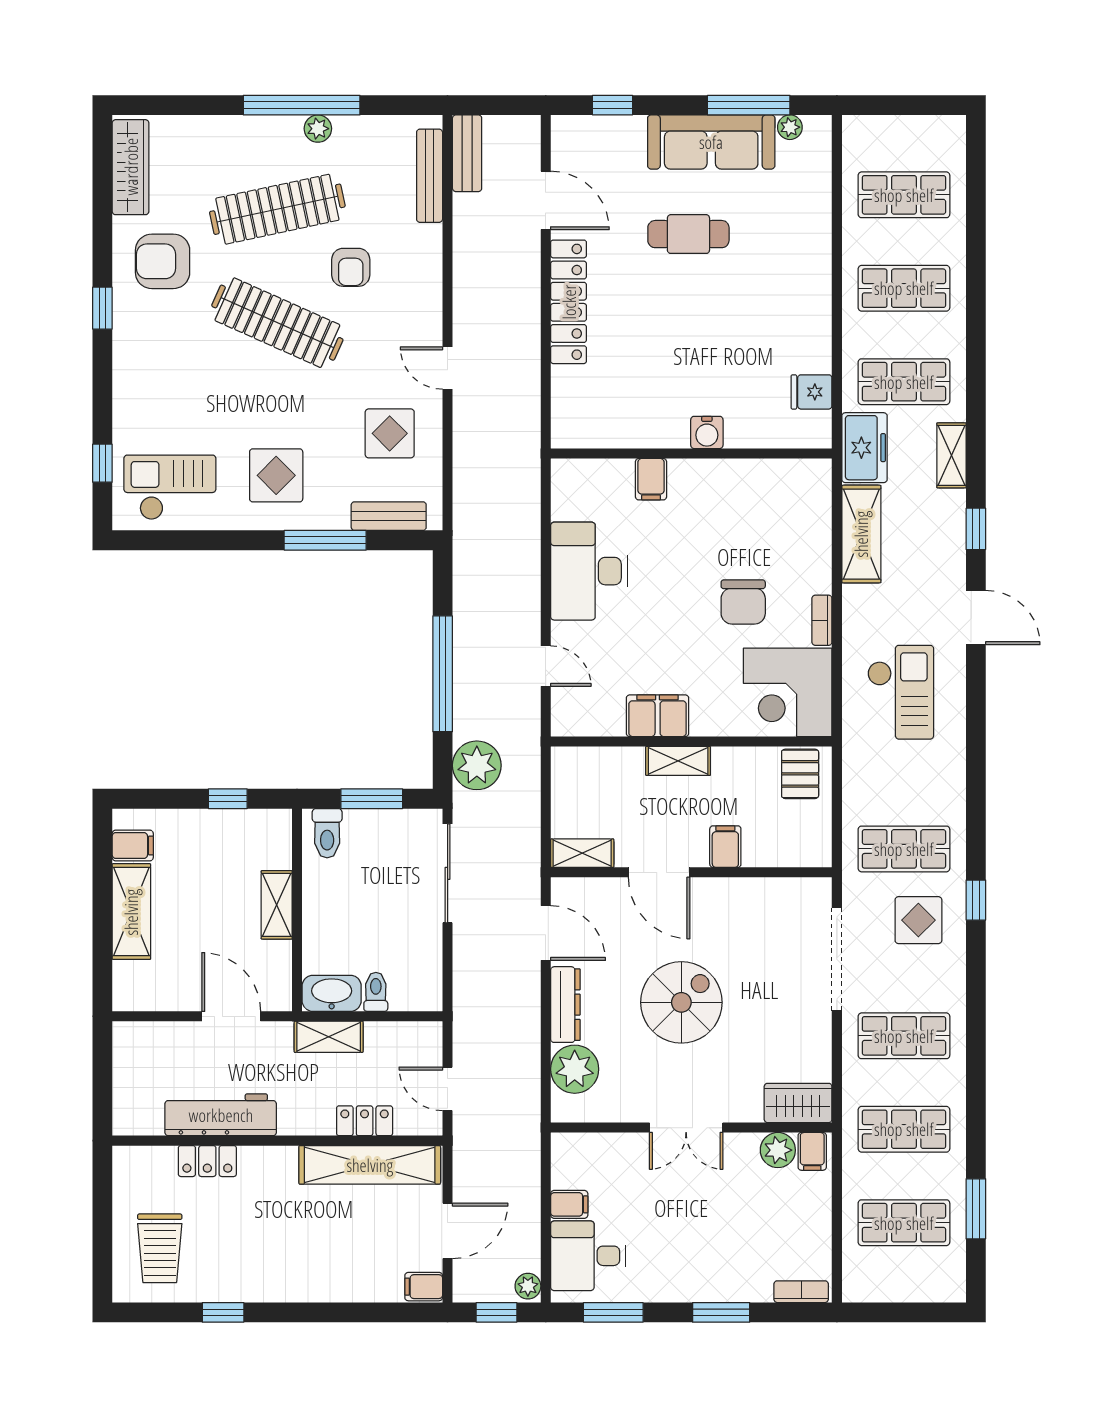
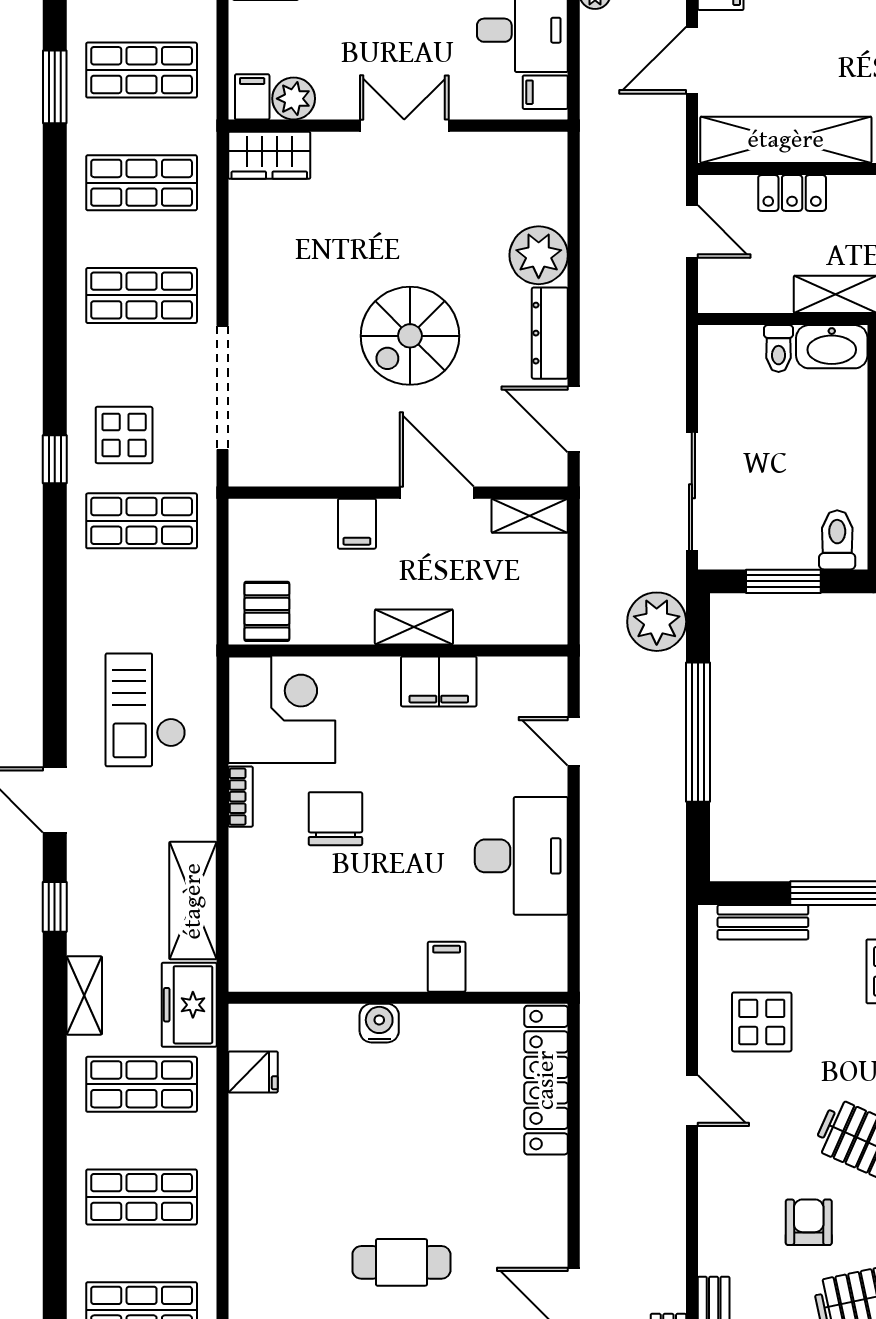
locker: (569, 302) -> (546, 1080), moved
wardrobe: (798, 1103) -> (269, 155), moved
double door: (686, 1128) -> (404, 126), moved
wall: (691, 1128) -> (398, 126), moved
plant: (778, 1150) -> (294, 99), moved
filing cabinet: (812, 1151) -> (252, 97), moved

